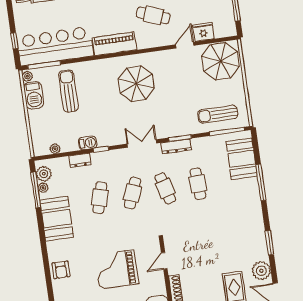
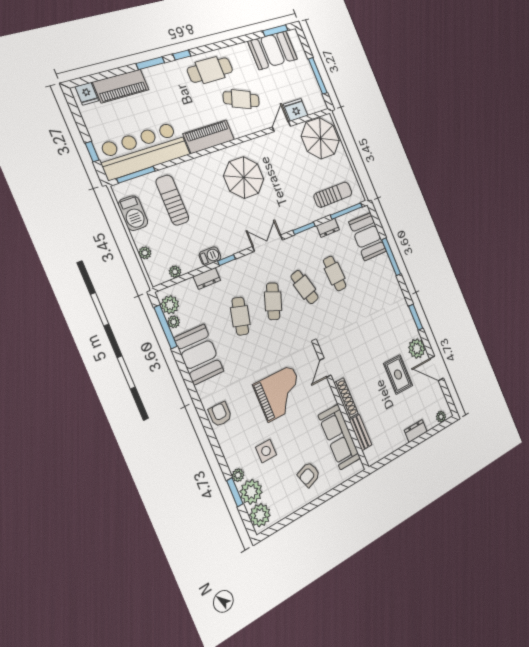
plant: (27, 76) -> (145, 253), moved
sun lounger: (218, 114) -> (333, 195), turned 180
dresser: (176, 146) -> (328, 228), moved, width x0.70
grand piano: (117, 269) -> (280, 393), turned 180
armchair: (61, 270) -> (220, 414), turned 180

